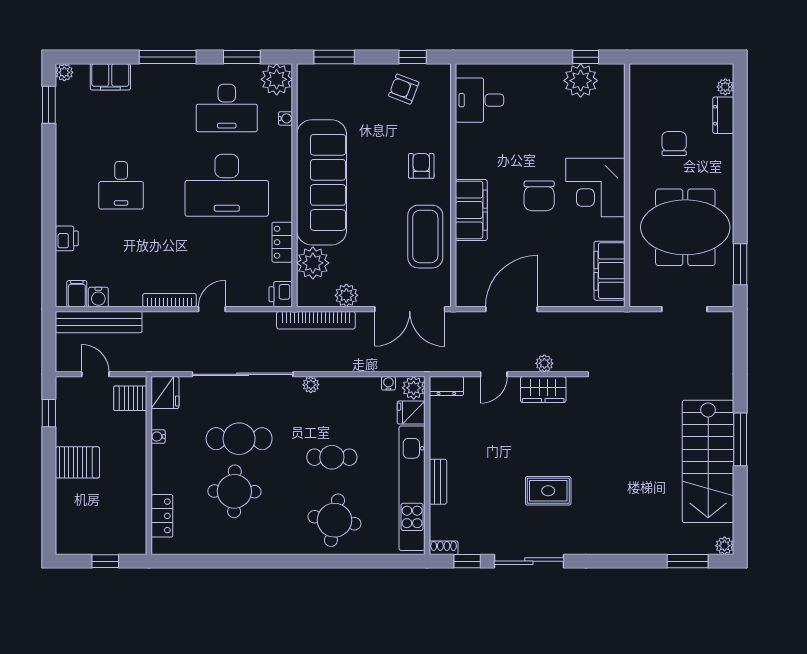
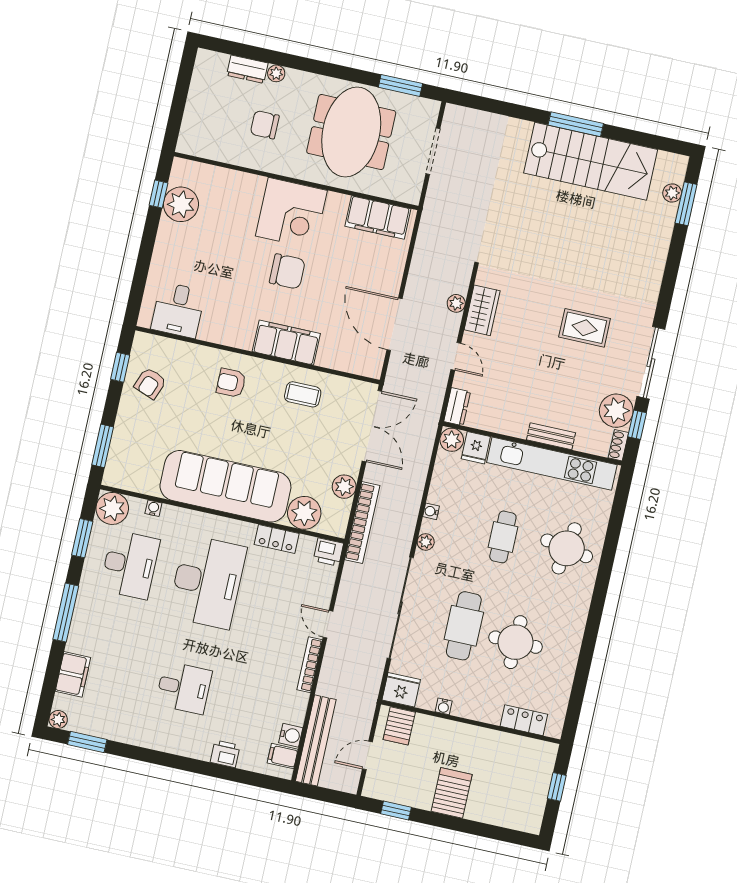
plant: (725, 87) -> (276, 73), moved
coffee table: (425, 237) -> (303, 394), width x0.54, depth x0.58
water cooler: (388, 383) -> (431, 511), moved
rug: (548, 491) -> (585, 328), turned 90
plant: (476, 538) -> (616, 411), added
plant: (725, 546) -> (672, 193), moved

